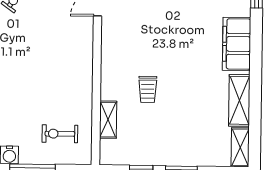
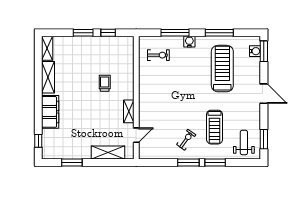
shelving: (108, 120) -> (129, 111), moved

